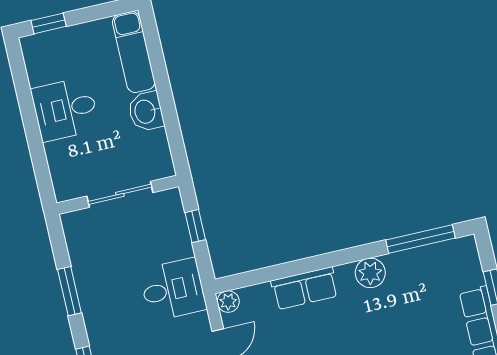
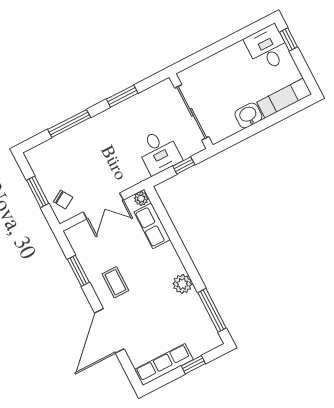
desk: (65, 109) -> (268, 48), moved
sliding door: (120, 194) -> (192, 112), width x1.37
row of seats: (305, 288) -> (152, 226), moved
desk: (173, 290) -> (159, 152), moved

